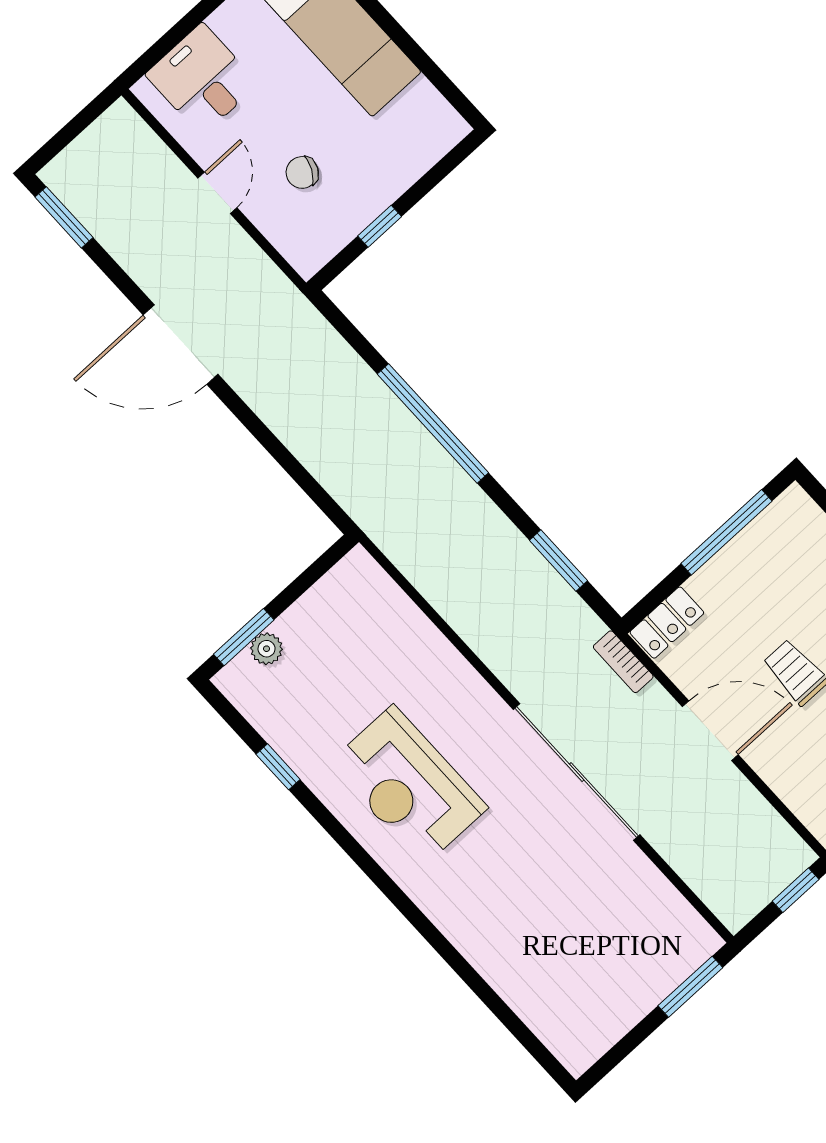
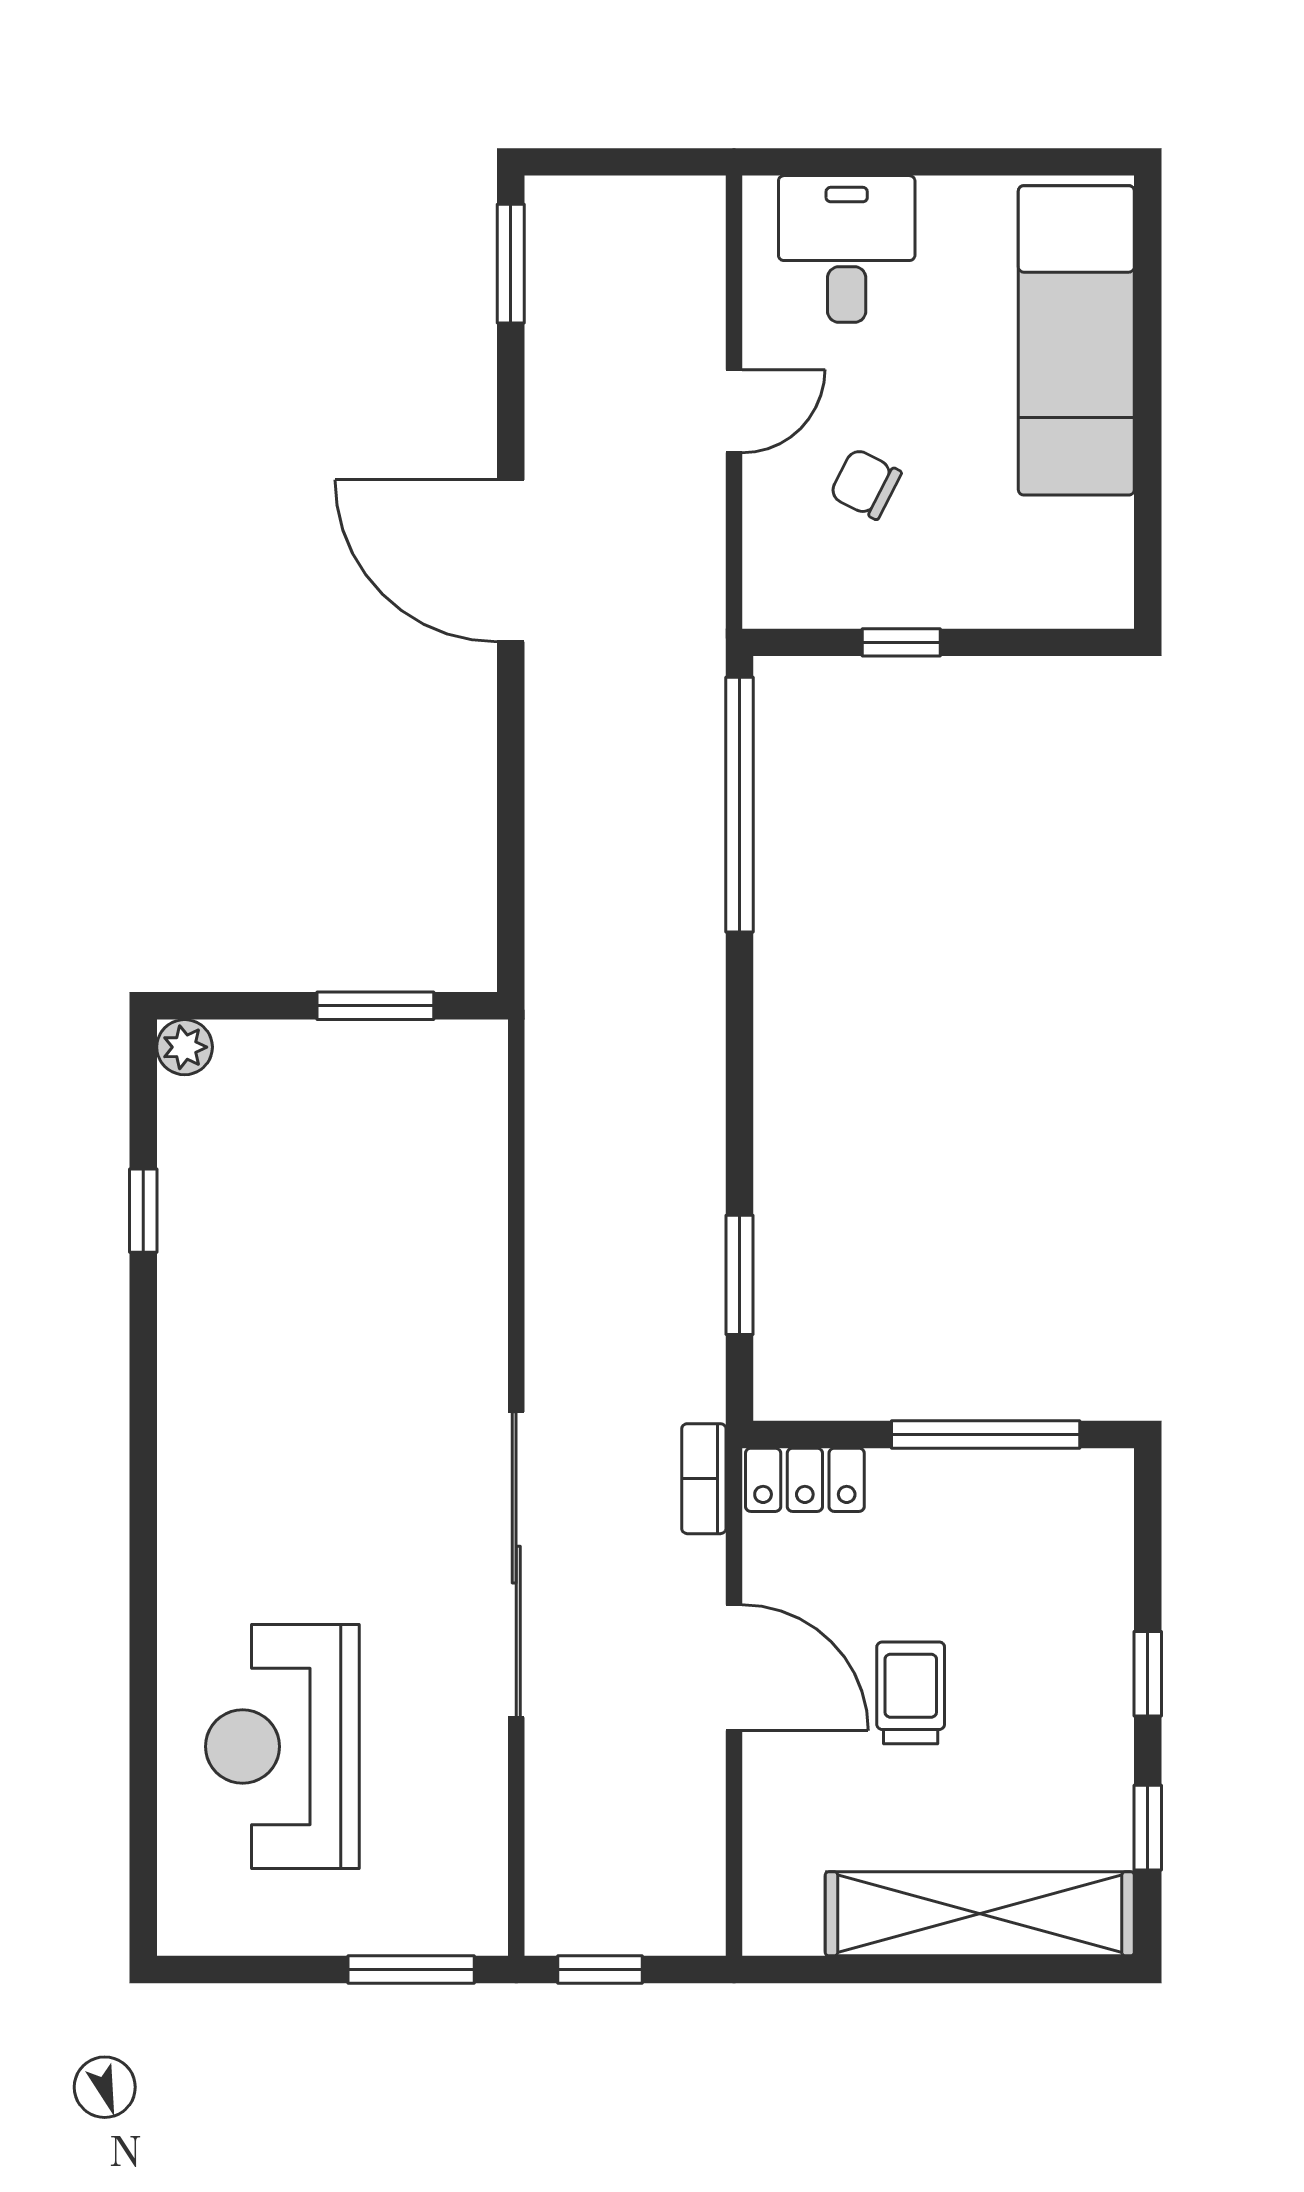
window: (433, 423) -> (739, 805), moved
window: (244, 637) -> (375, 1006), moved
plant: (266, 649) -> (185, 1047), moved
reception desk: (408, 785) -> (282, 1747), moved
window: (796, 890) -> (600, 1969), moved

